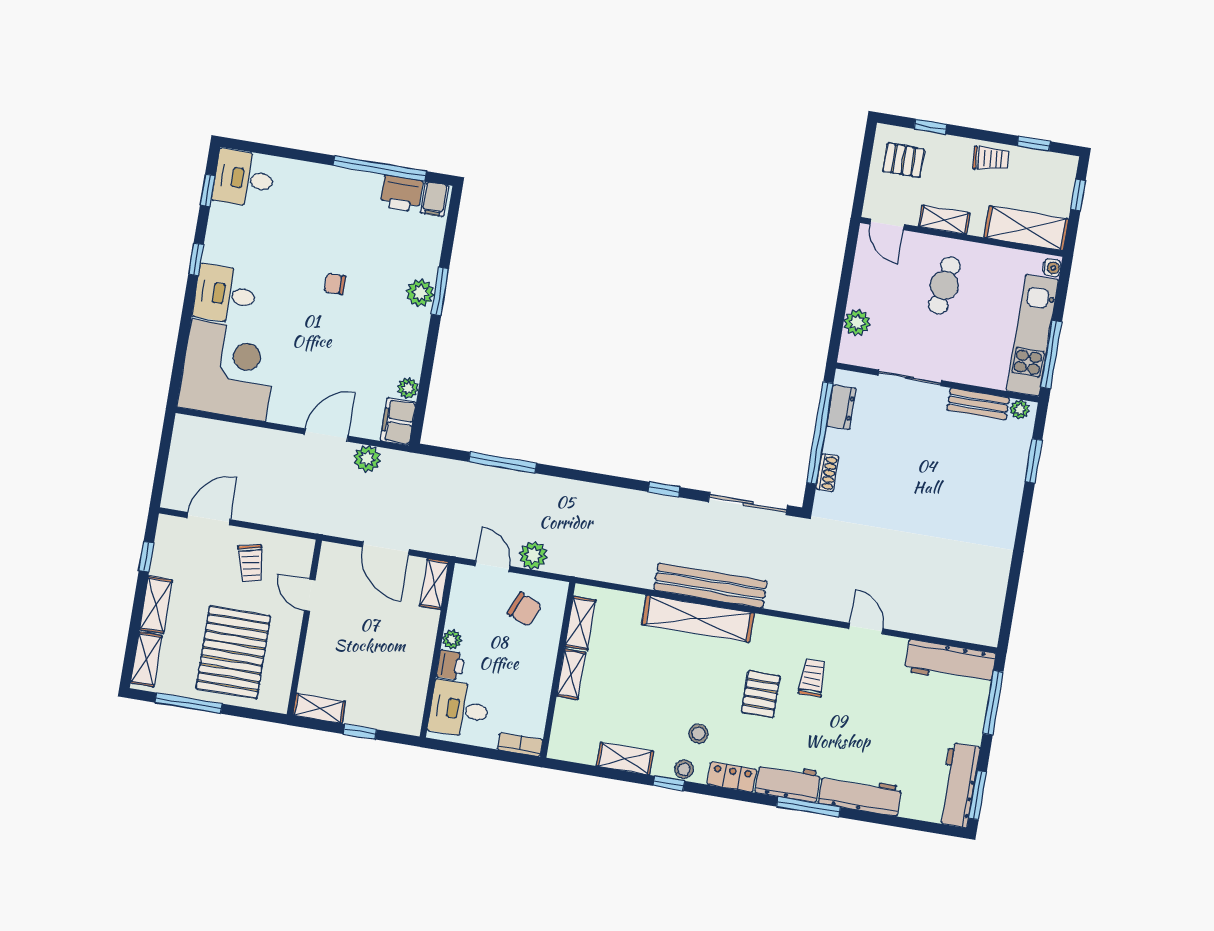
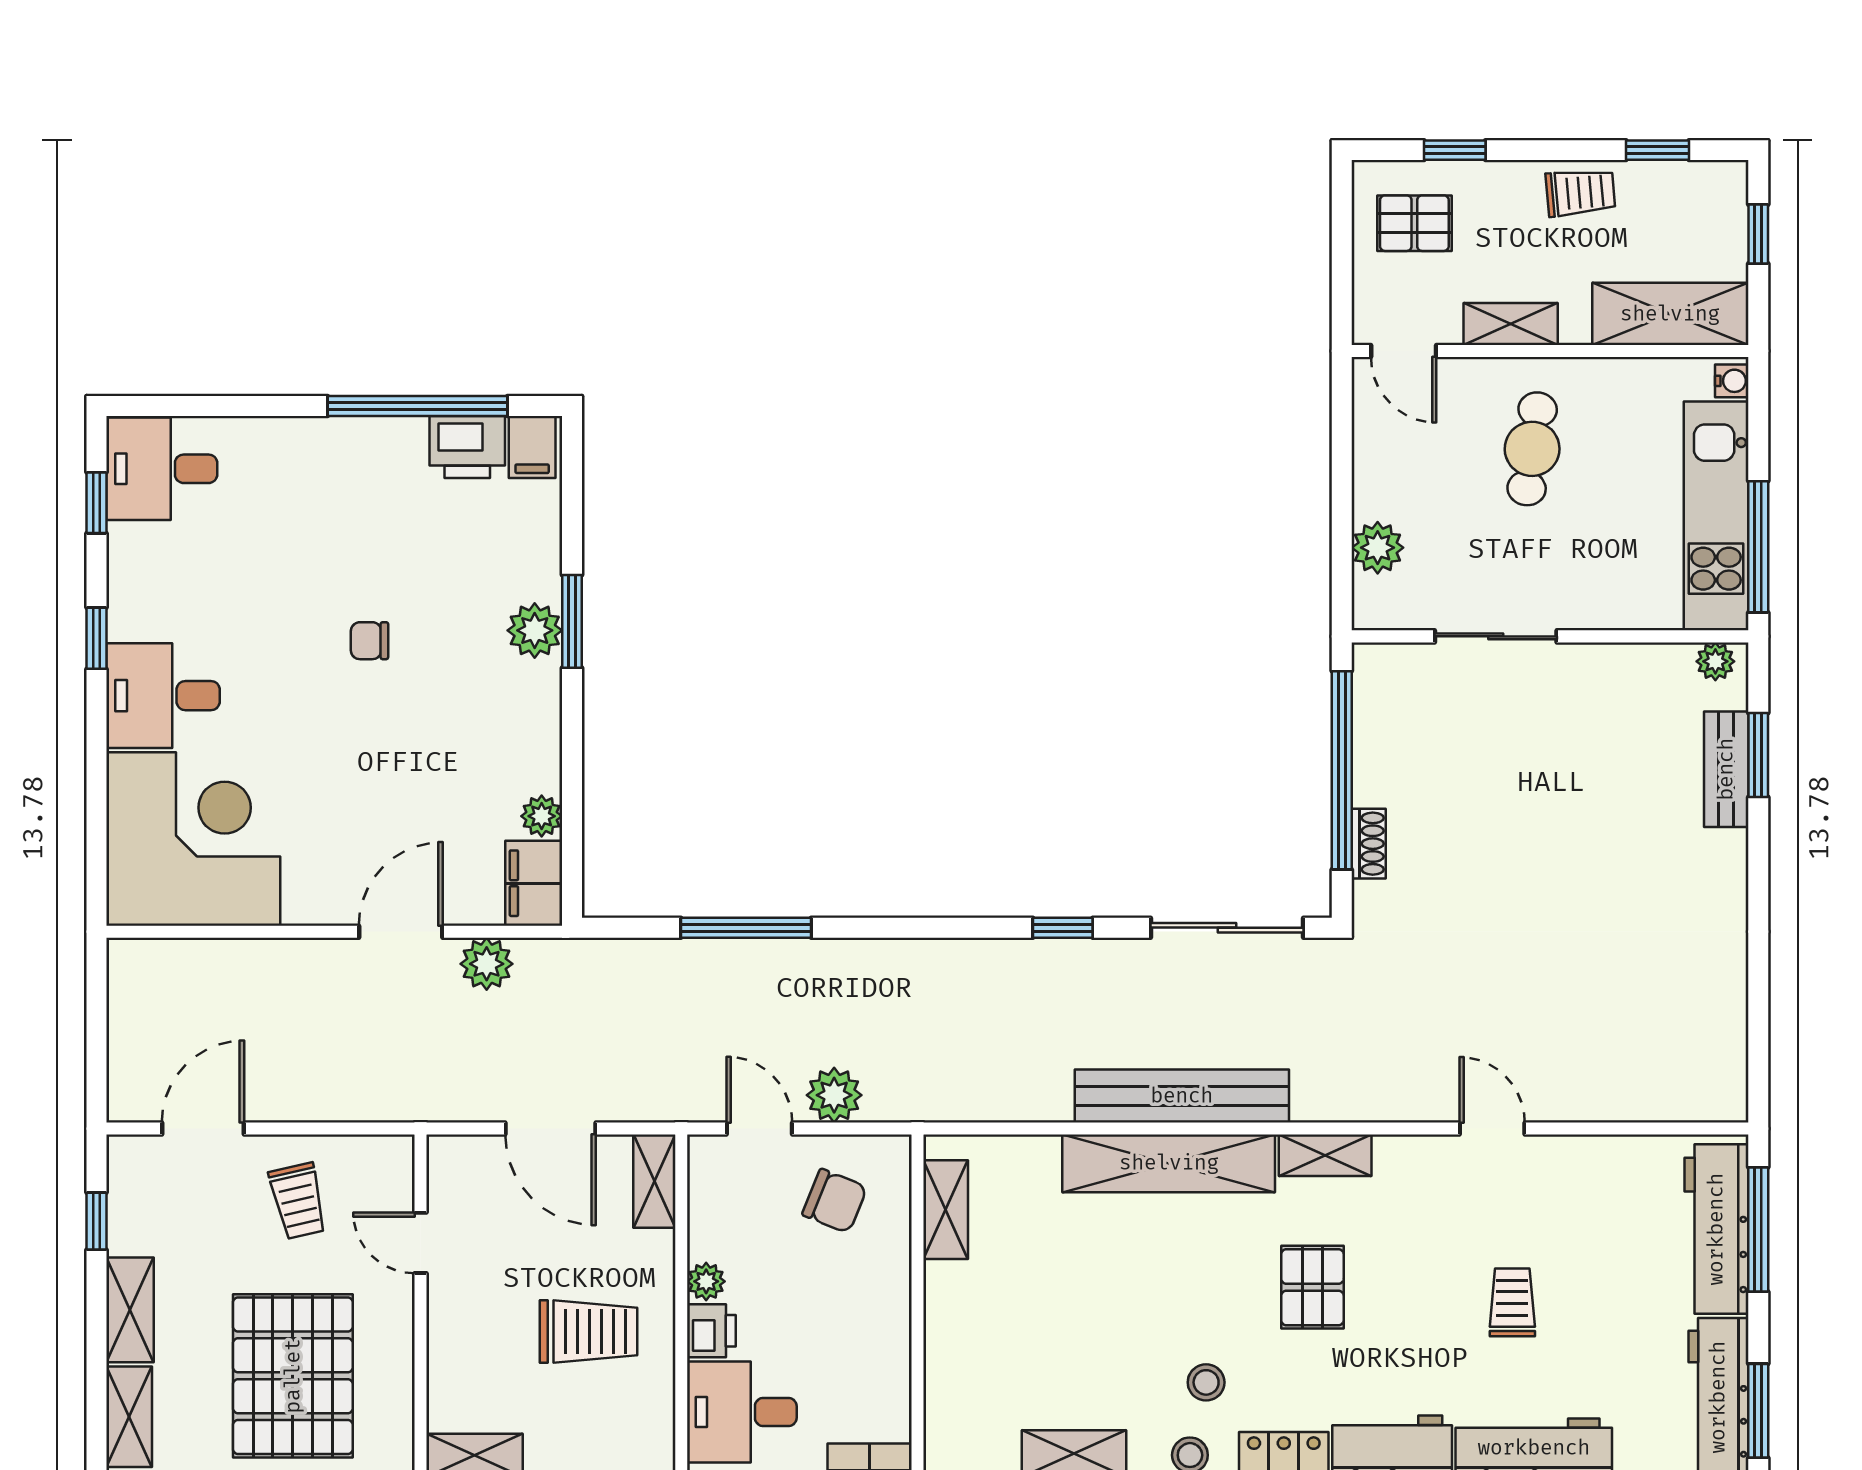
bench: (978, 404) -> (1726, 769), moved, turned 90
dresser: (841, 407) -> (1374, 714), removed
trolley: (388, 655) -> (588, 1331), added
workbench: (950, 662) -> (1716, 1229), moved, turned 90
shelving: (571, 674) -> (1325, 1155), moved, turned 90
trolley: (812, 678) -> (1512, 1302), moved

